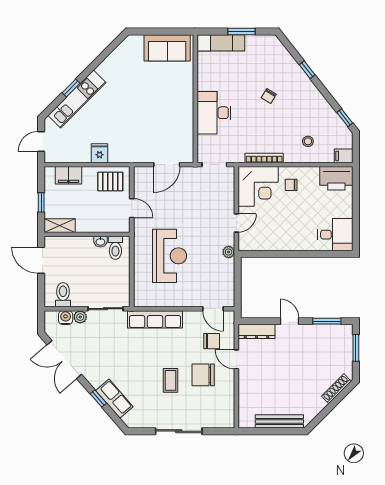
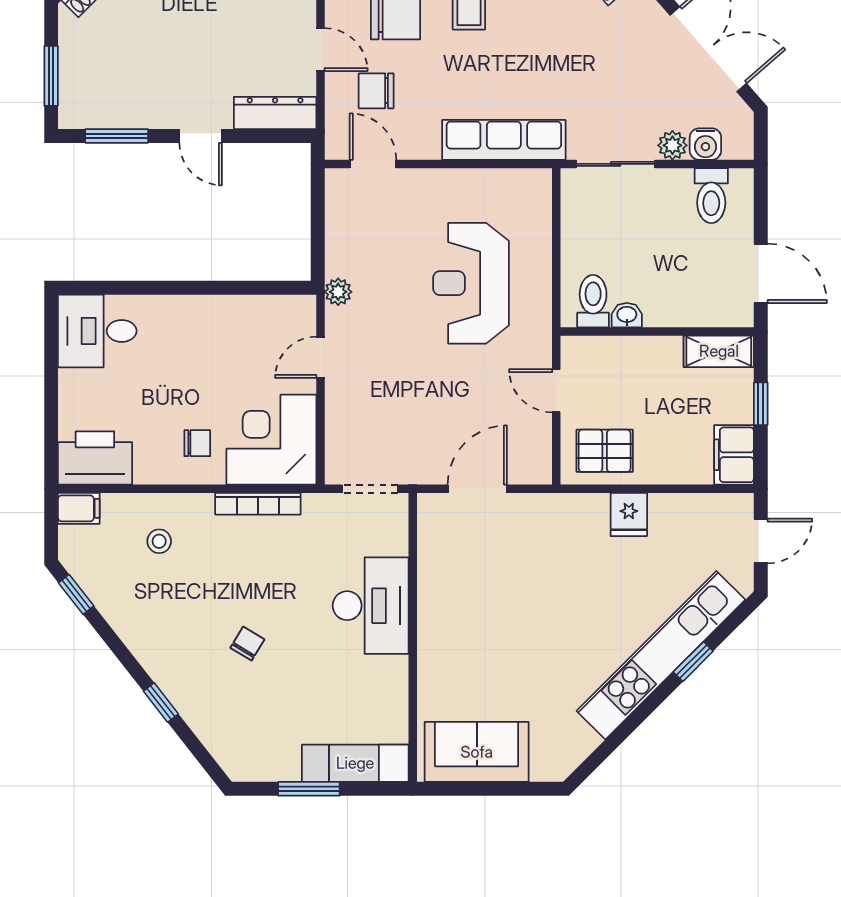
kitchen unit: (77, 99) -> (661, 655), width x1.36
filing cabinet: (69, 175) -> (734, 455), moved, turned -90

